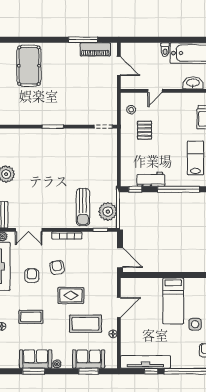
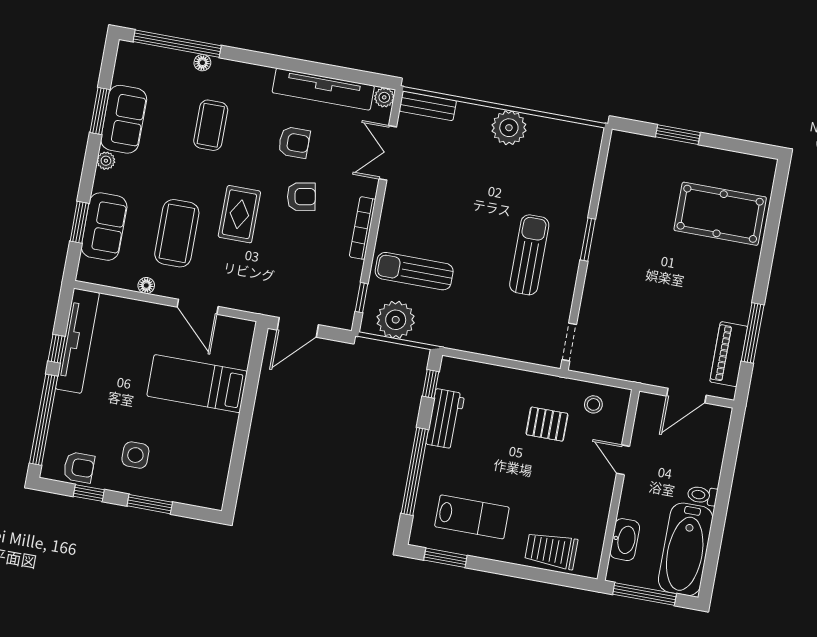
sun lounger: (65, 153) -> (529, 255), added
bed: (173, 301) -> (197, 384), moved

